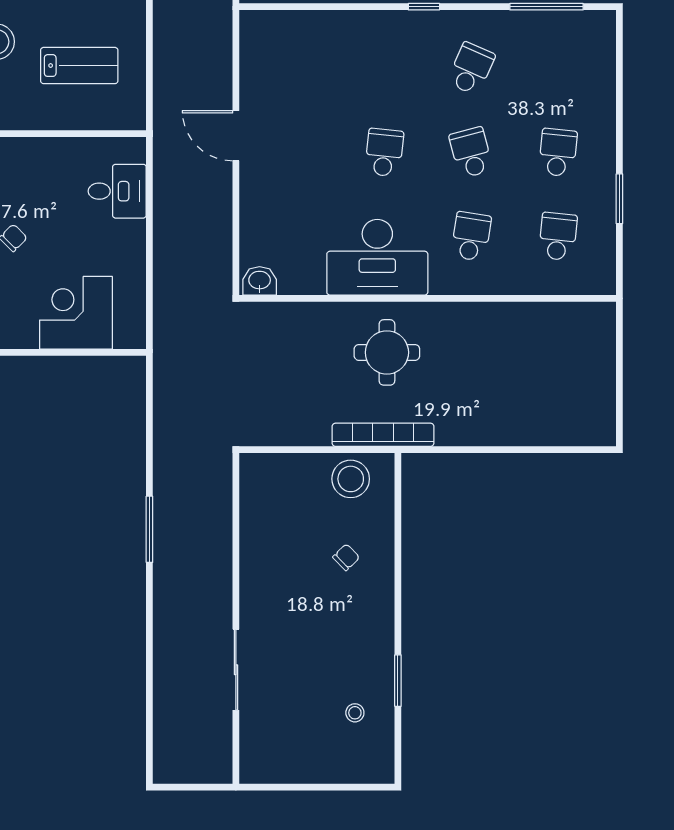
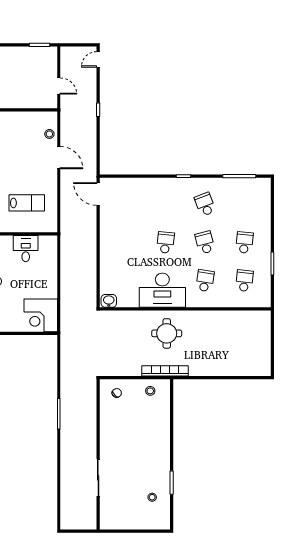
school desk: (471, 69) -> (205, 204), turned -45
door: (236, 136) -> (98, 194), moved
desk: (117, 191) -> (26, 249), moved, turned -90
corner desk: (76, 313) -> (41, 315), moved, turned -90
stool: (351, 479) -> (150, 391), width x0.53, depth x0.53
chair: (346, 557) -> (117, 393), moved

